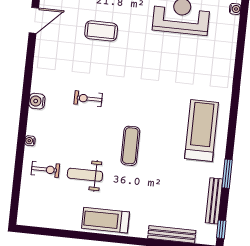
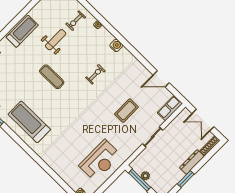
door: (34, 20) -> (161, 79), hinge flipped
treadmill: (202, 130) -> (29, 122), turned 180

